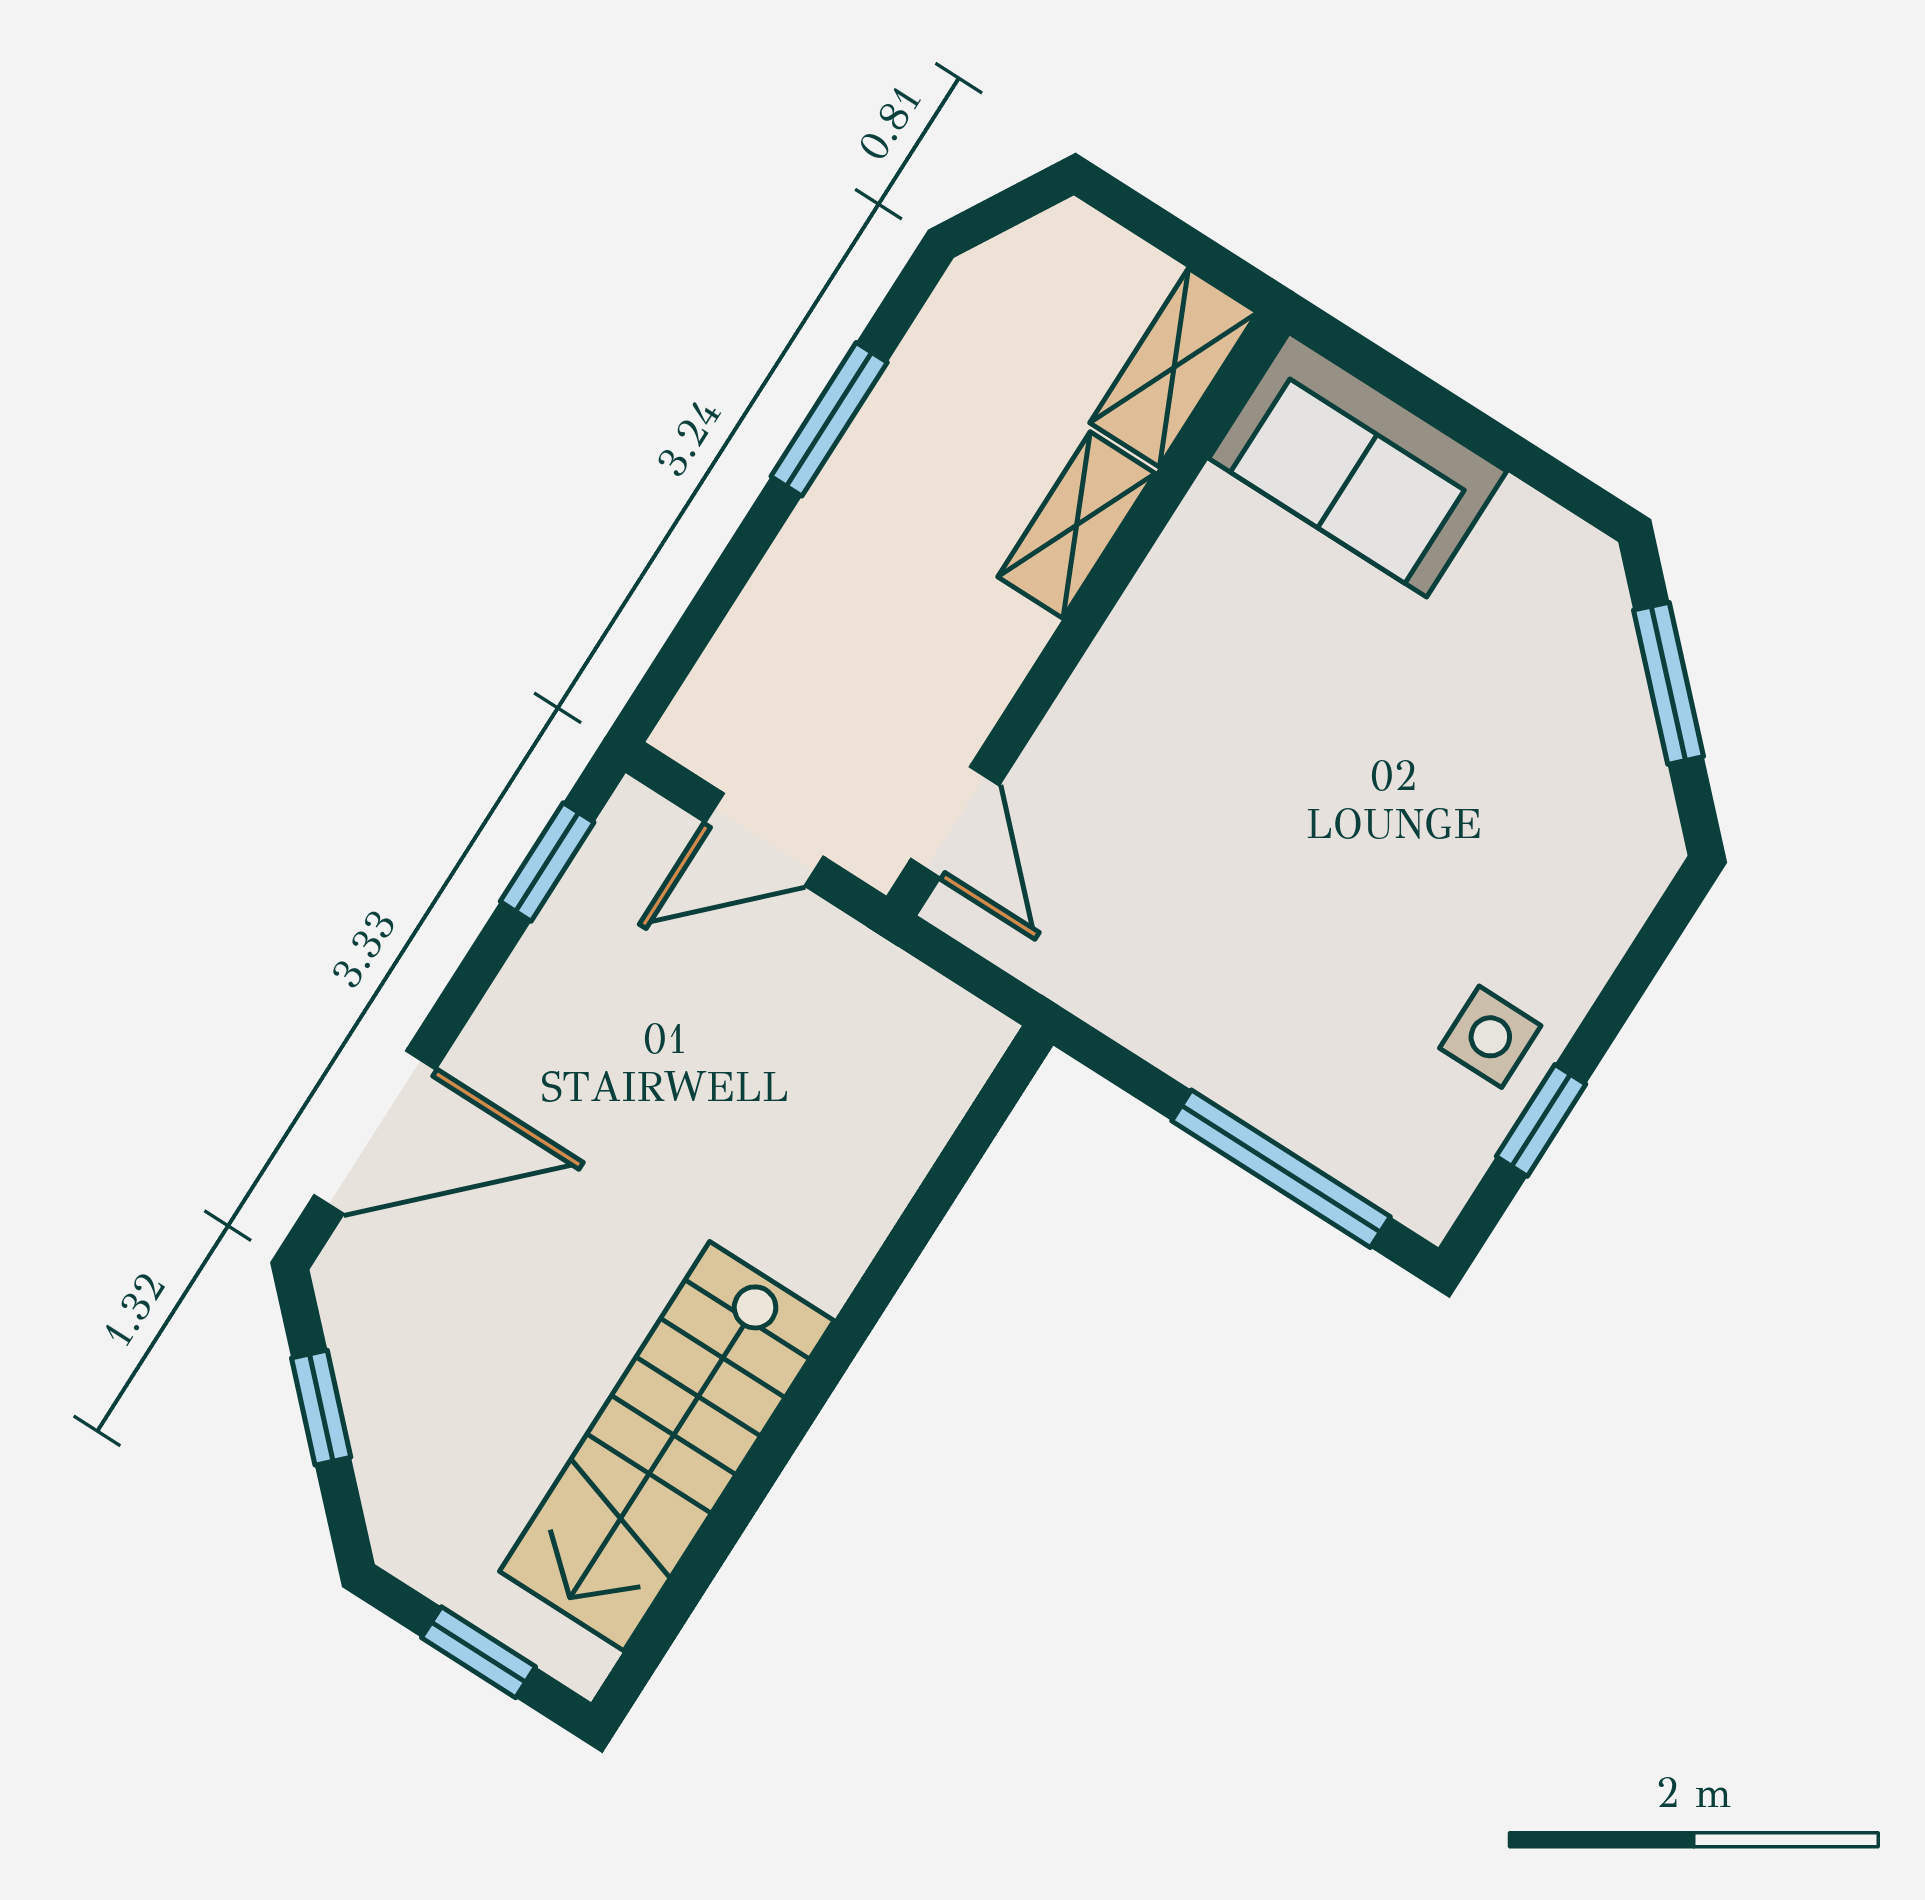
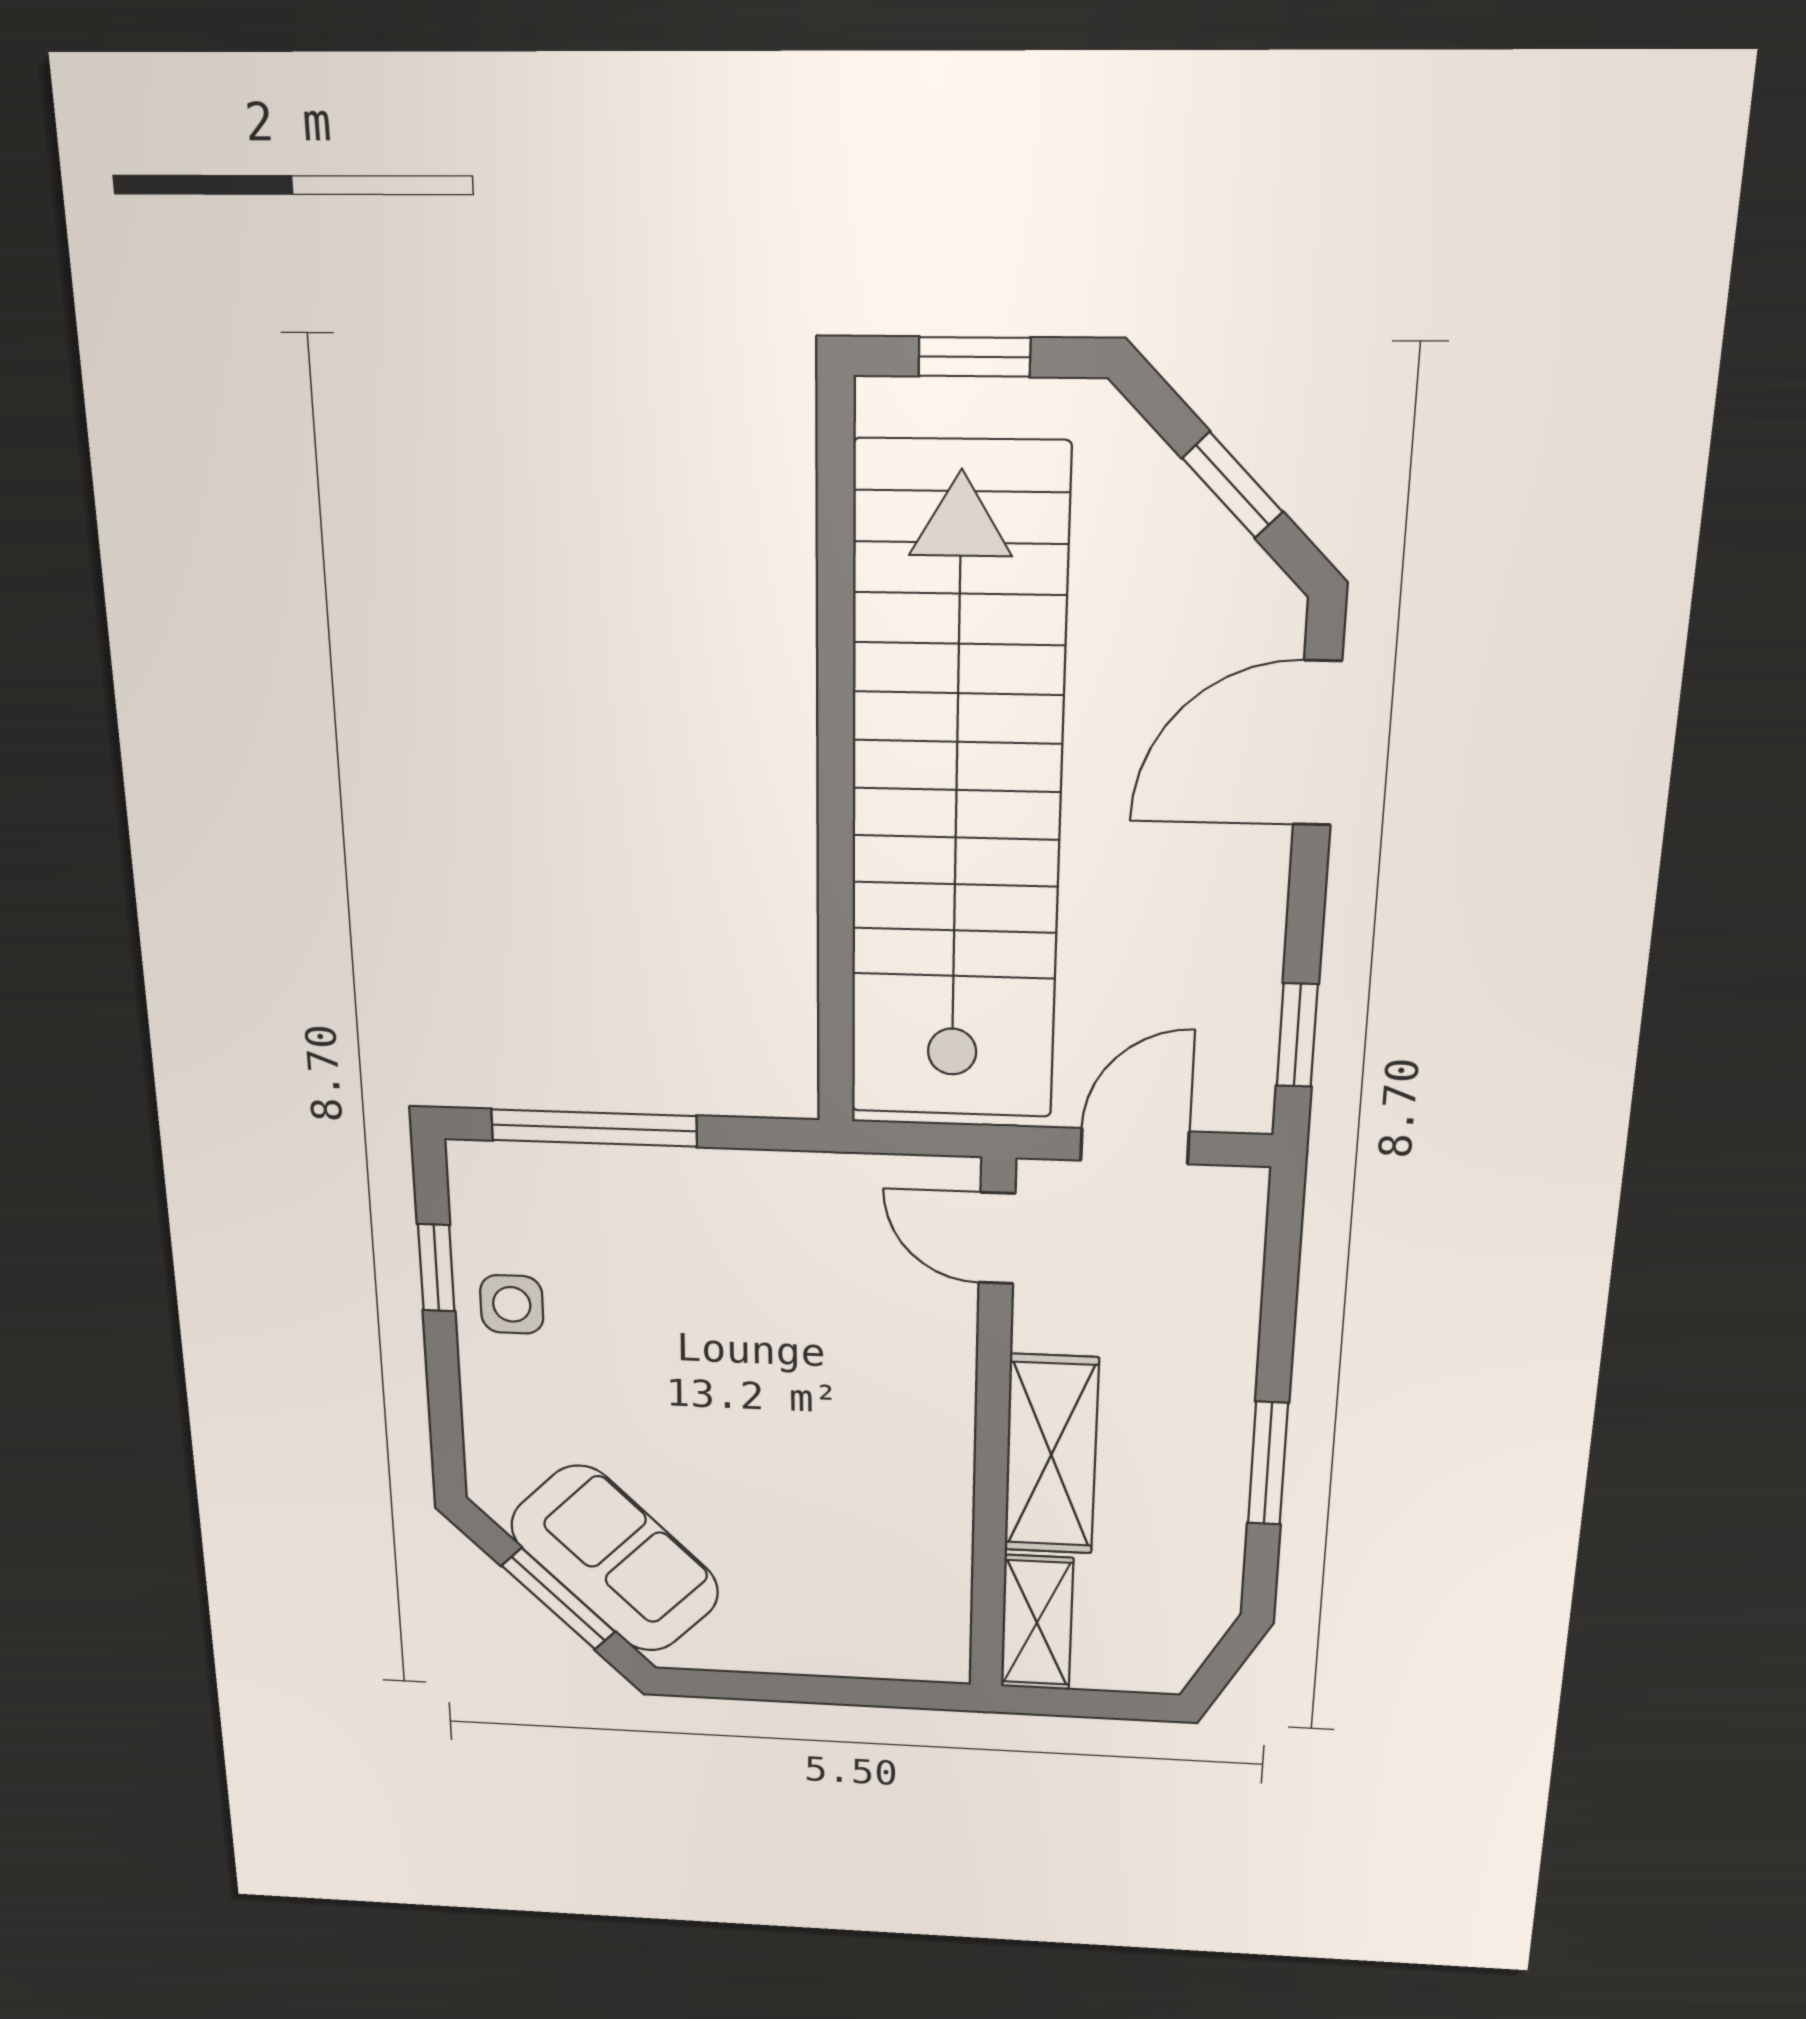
sofa: (1358, 465) -> (615, 1559), moved, turned 45
shelving: (1077, 525) -> (1051, 1455), width x1.50, depth x1.33
stairs: (667, 1446) -> (956, 792), width x1.86, depth x1.51

